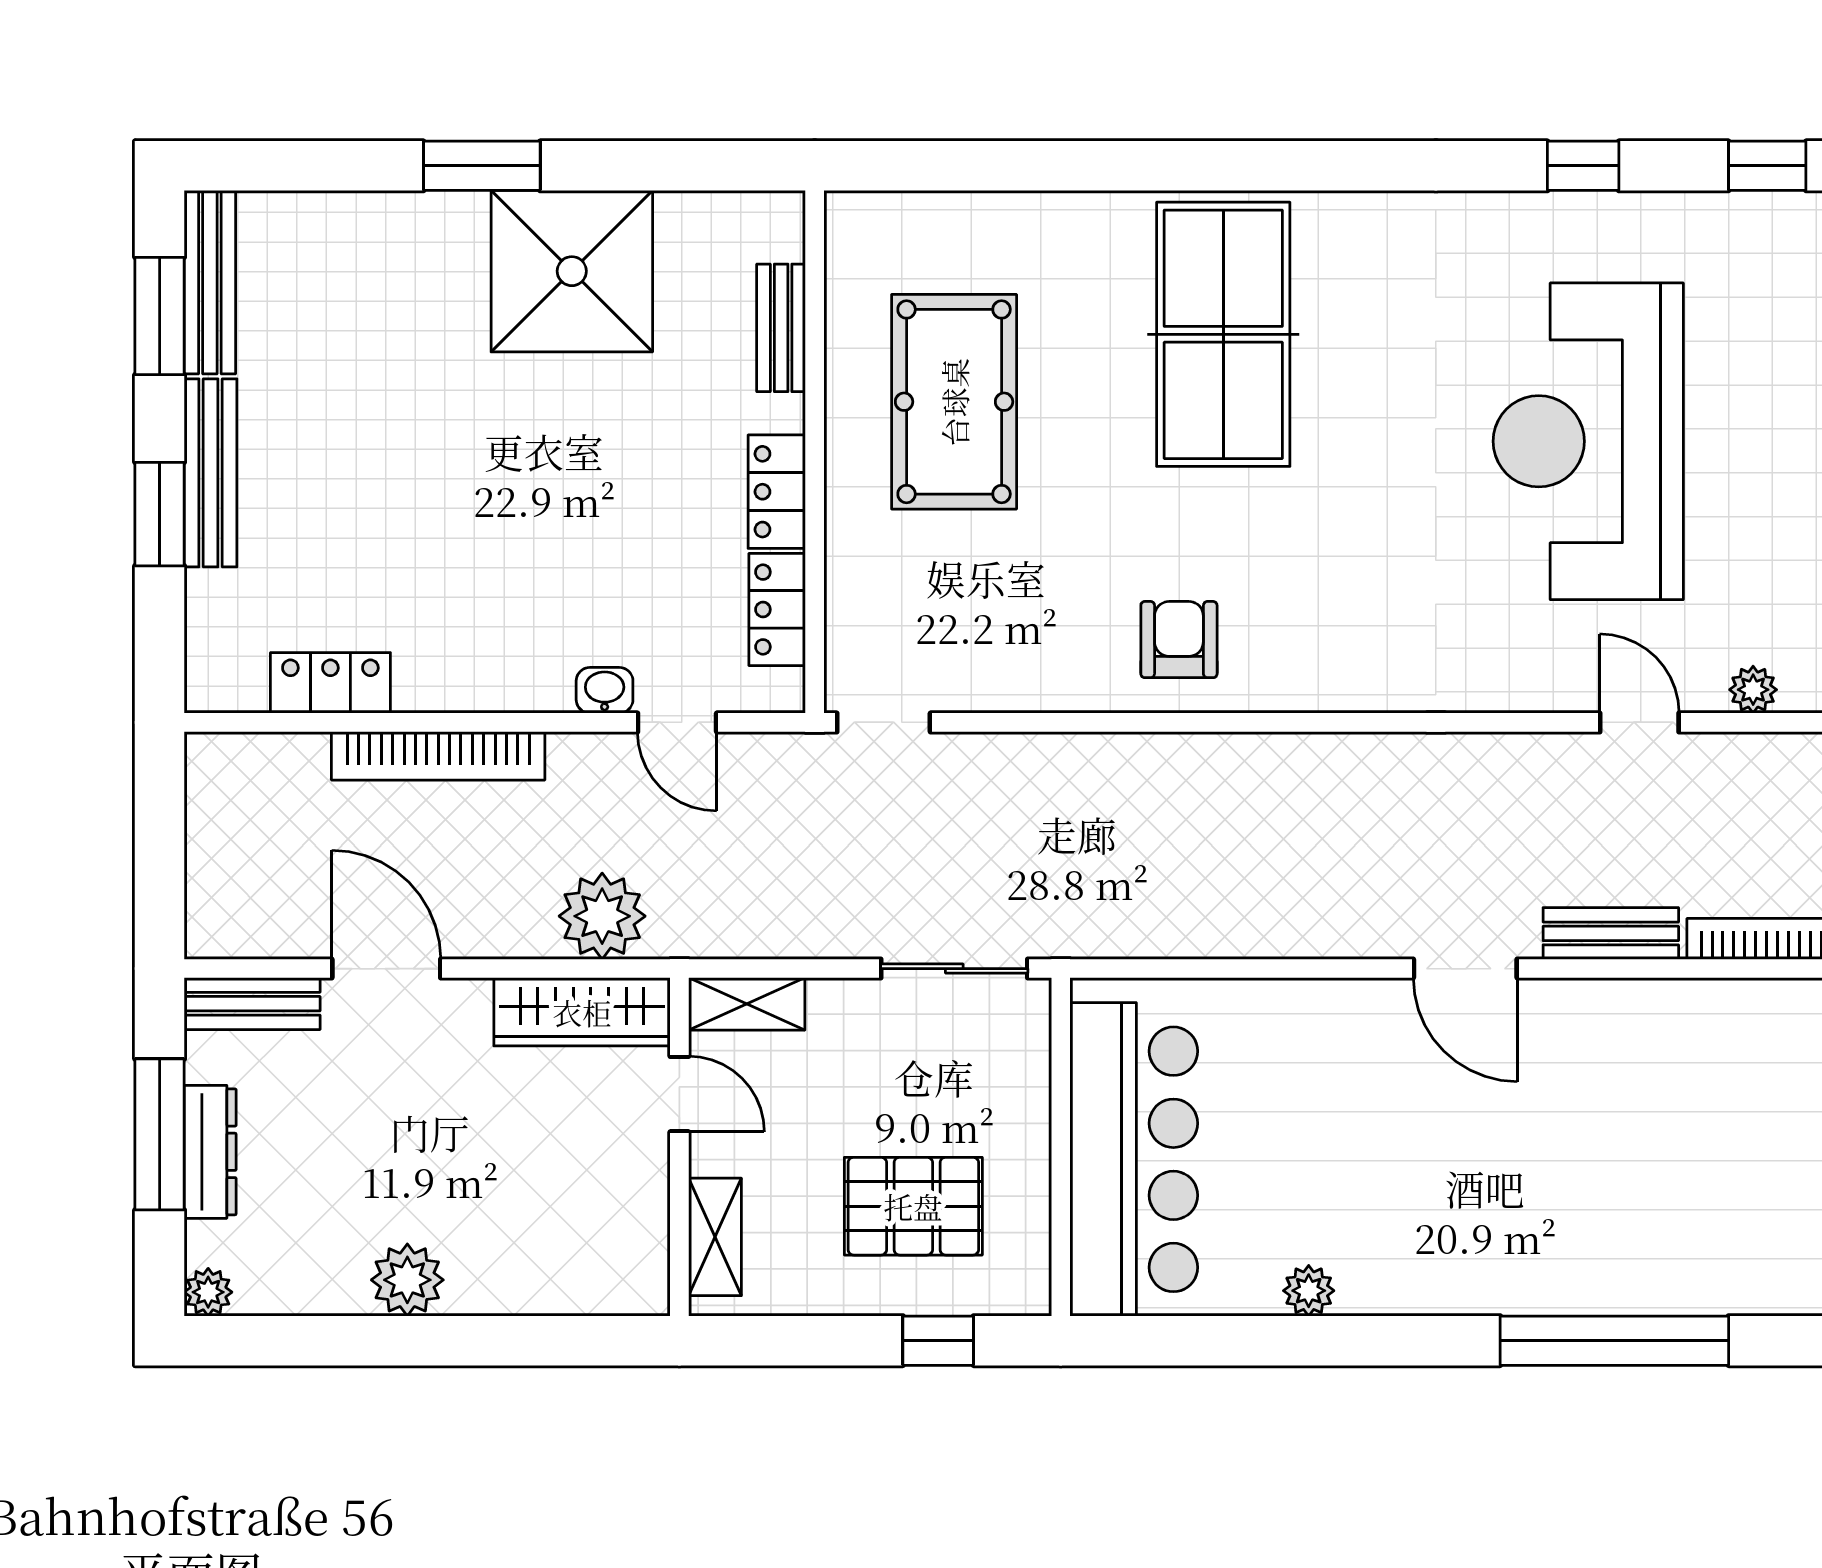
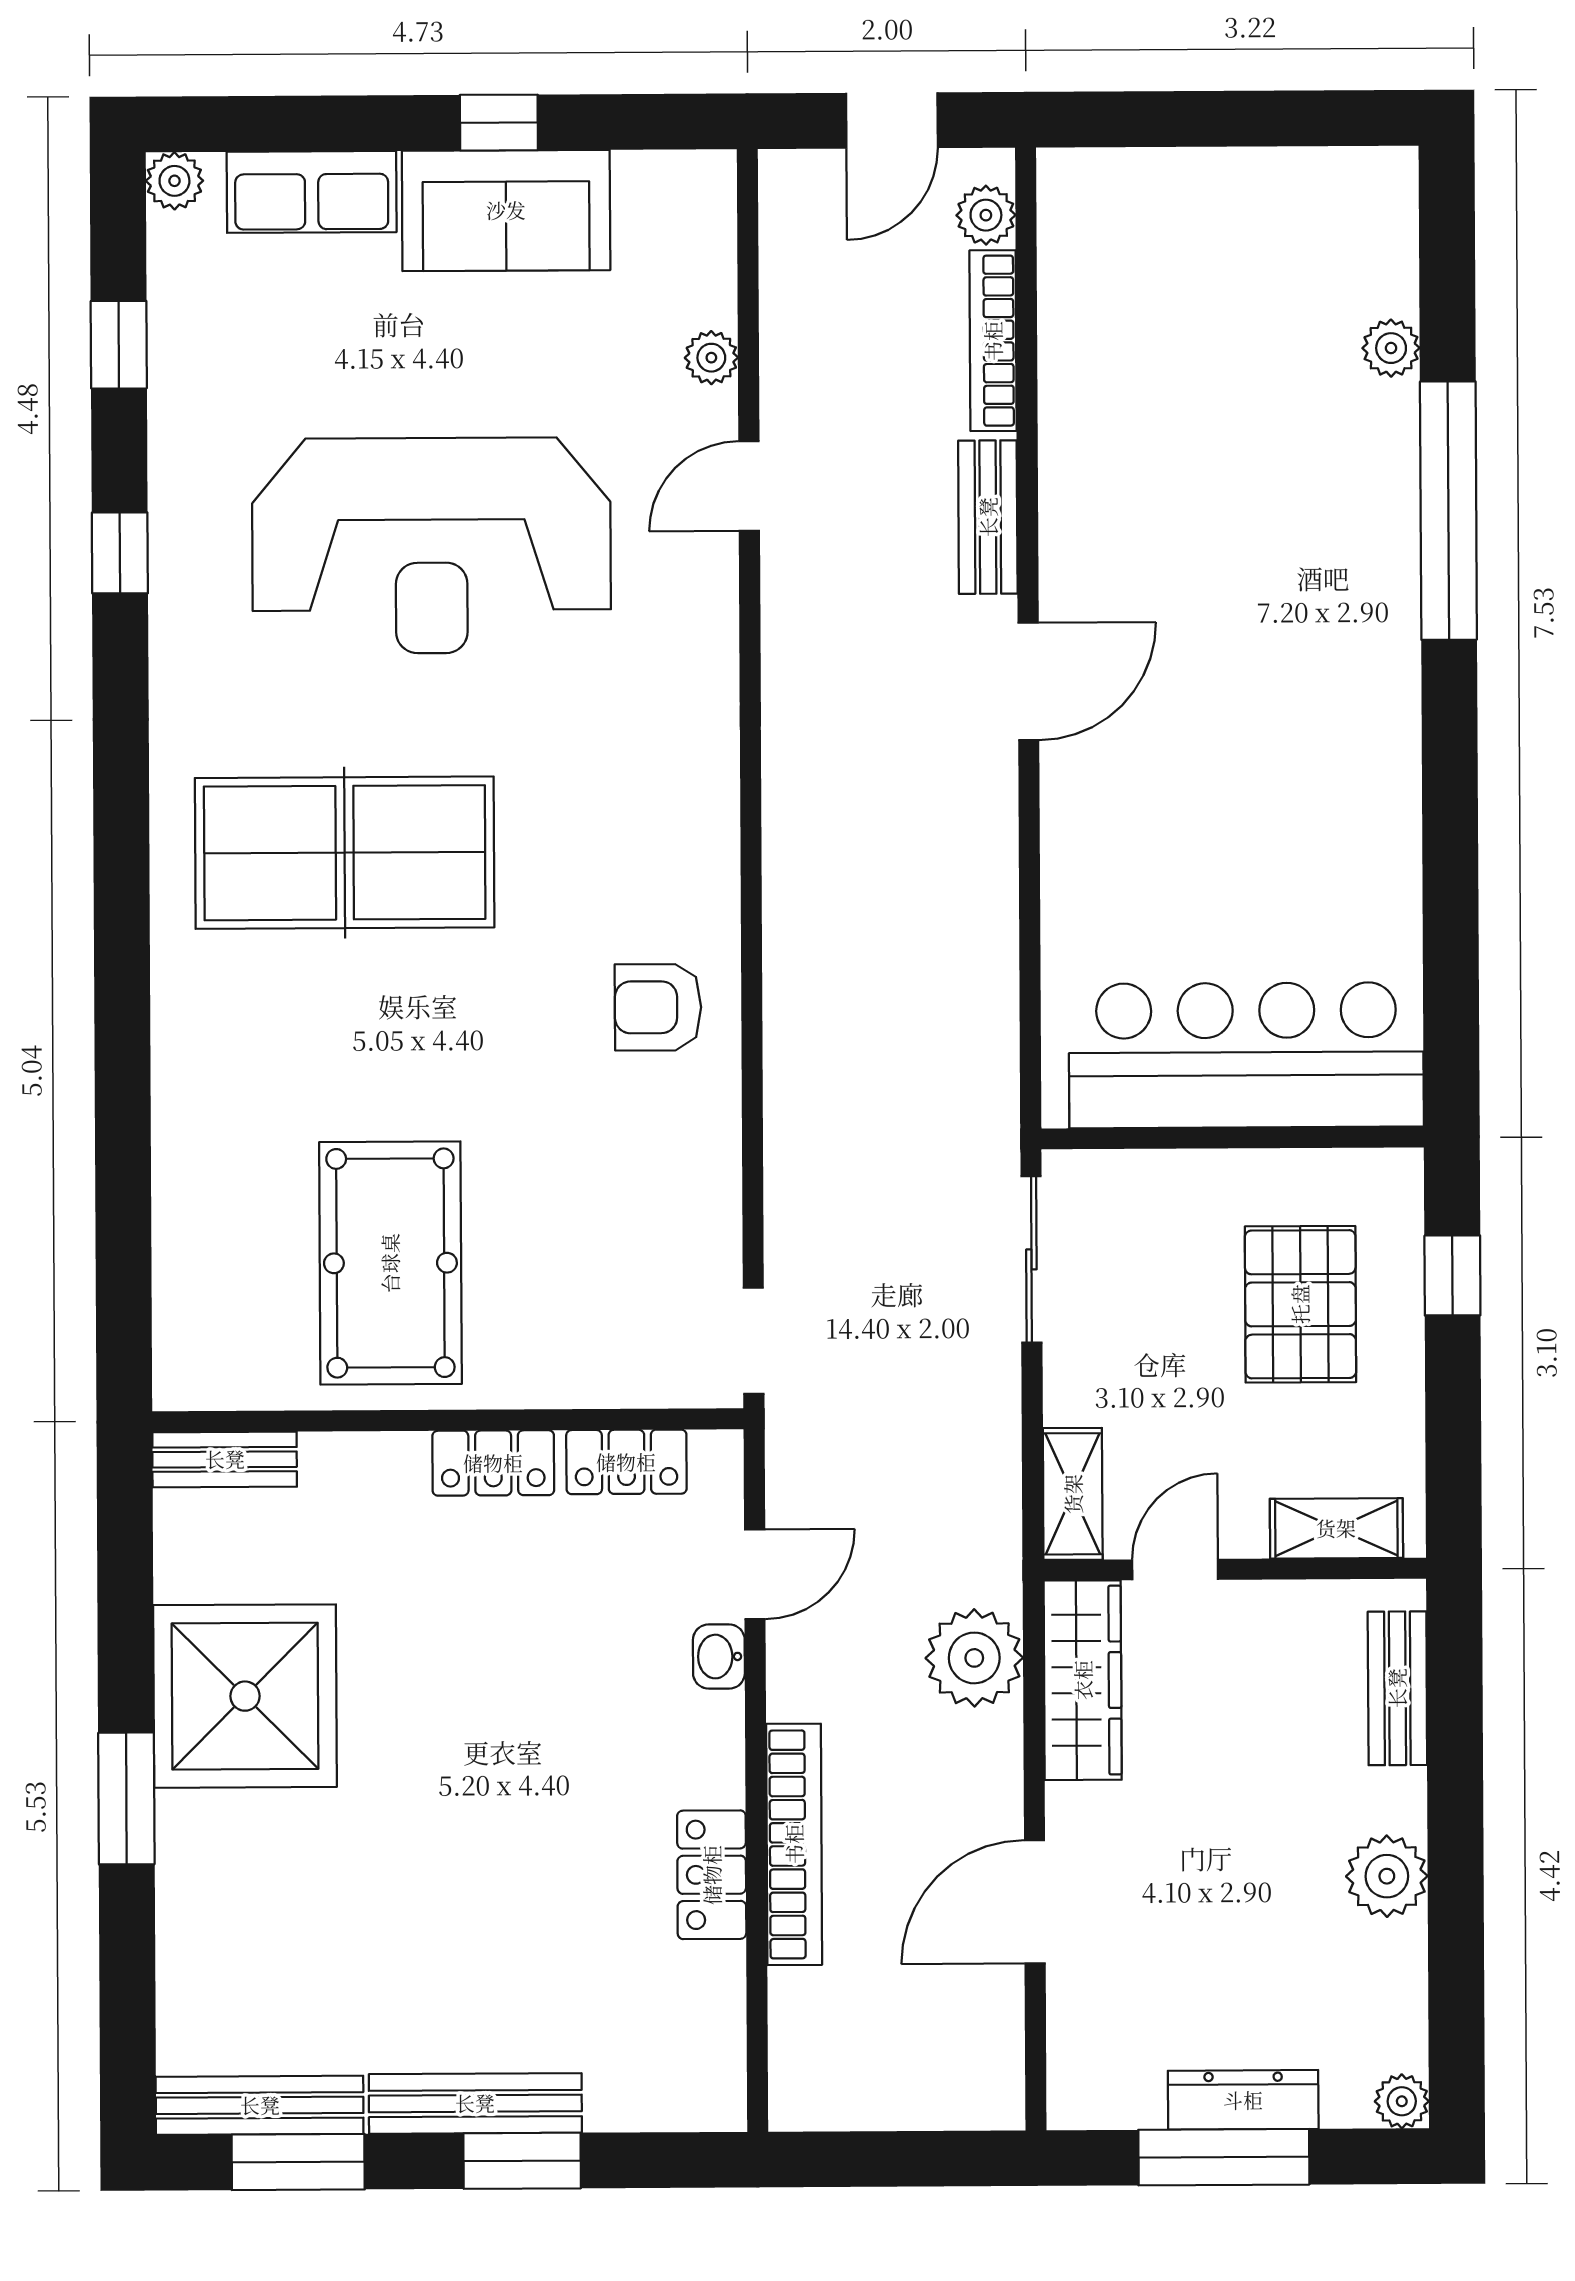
bench: (781, 328) -> (225, 1459), moved
table tennis table: (1223, 334) -> (345, 853), moved
pool table: (954, 402) -> (390, 1263), turned 90
locker: (330, 683) -> (712, 1875), moved
bench: (252, 1004) -> (1397, 1688), moved
plant: (1309, 1291) -> (1391, 348), moved

